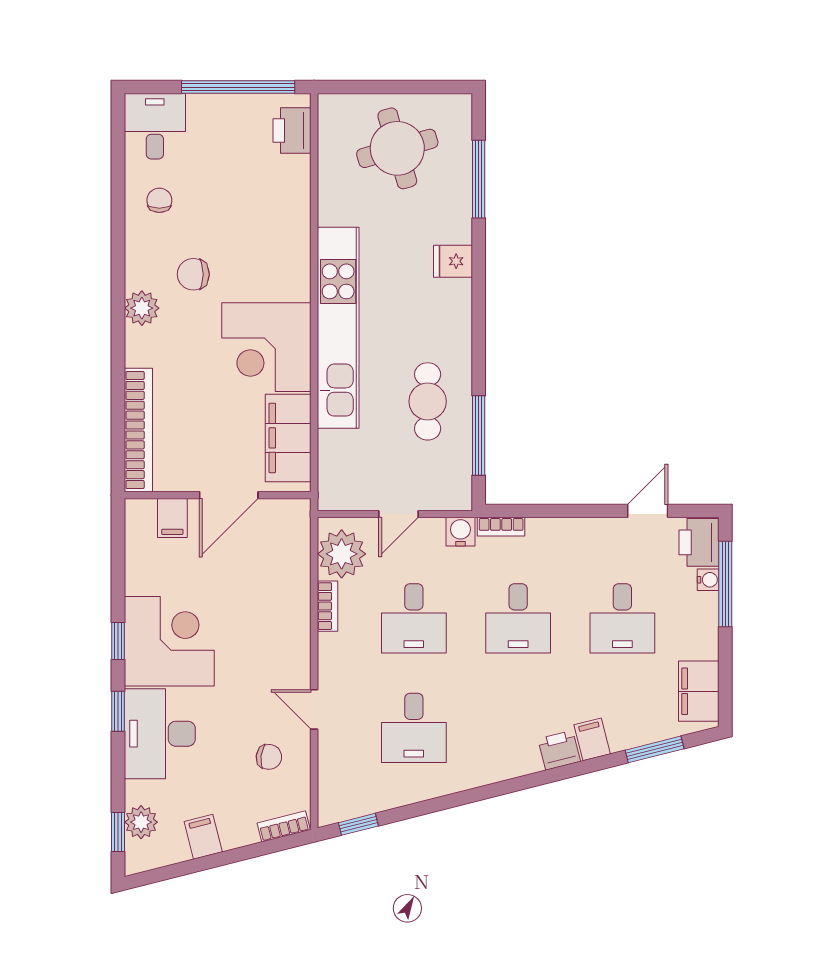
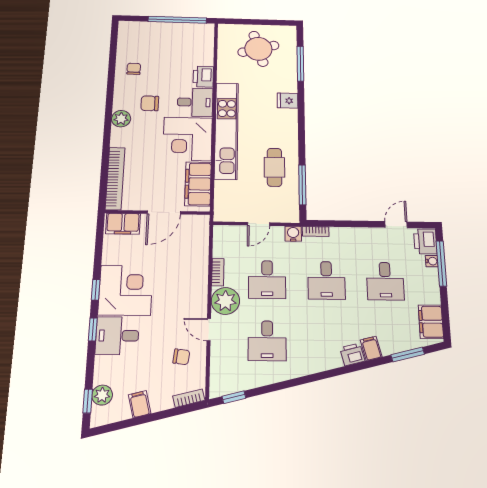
desk: (155, 126) -> (195, 102), moved, turned 90
printer: (292, 130) -> (203, 77), moved
filing cabinet: (172, 518) -> (123, 224), width x2.00
plant: (342, 554) -> (225, 301), moved
desk: (160, 734) -> (117, 336), width x0.73

